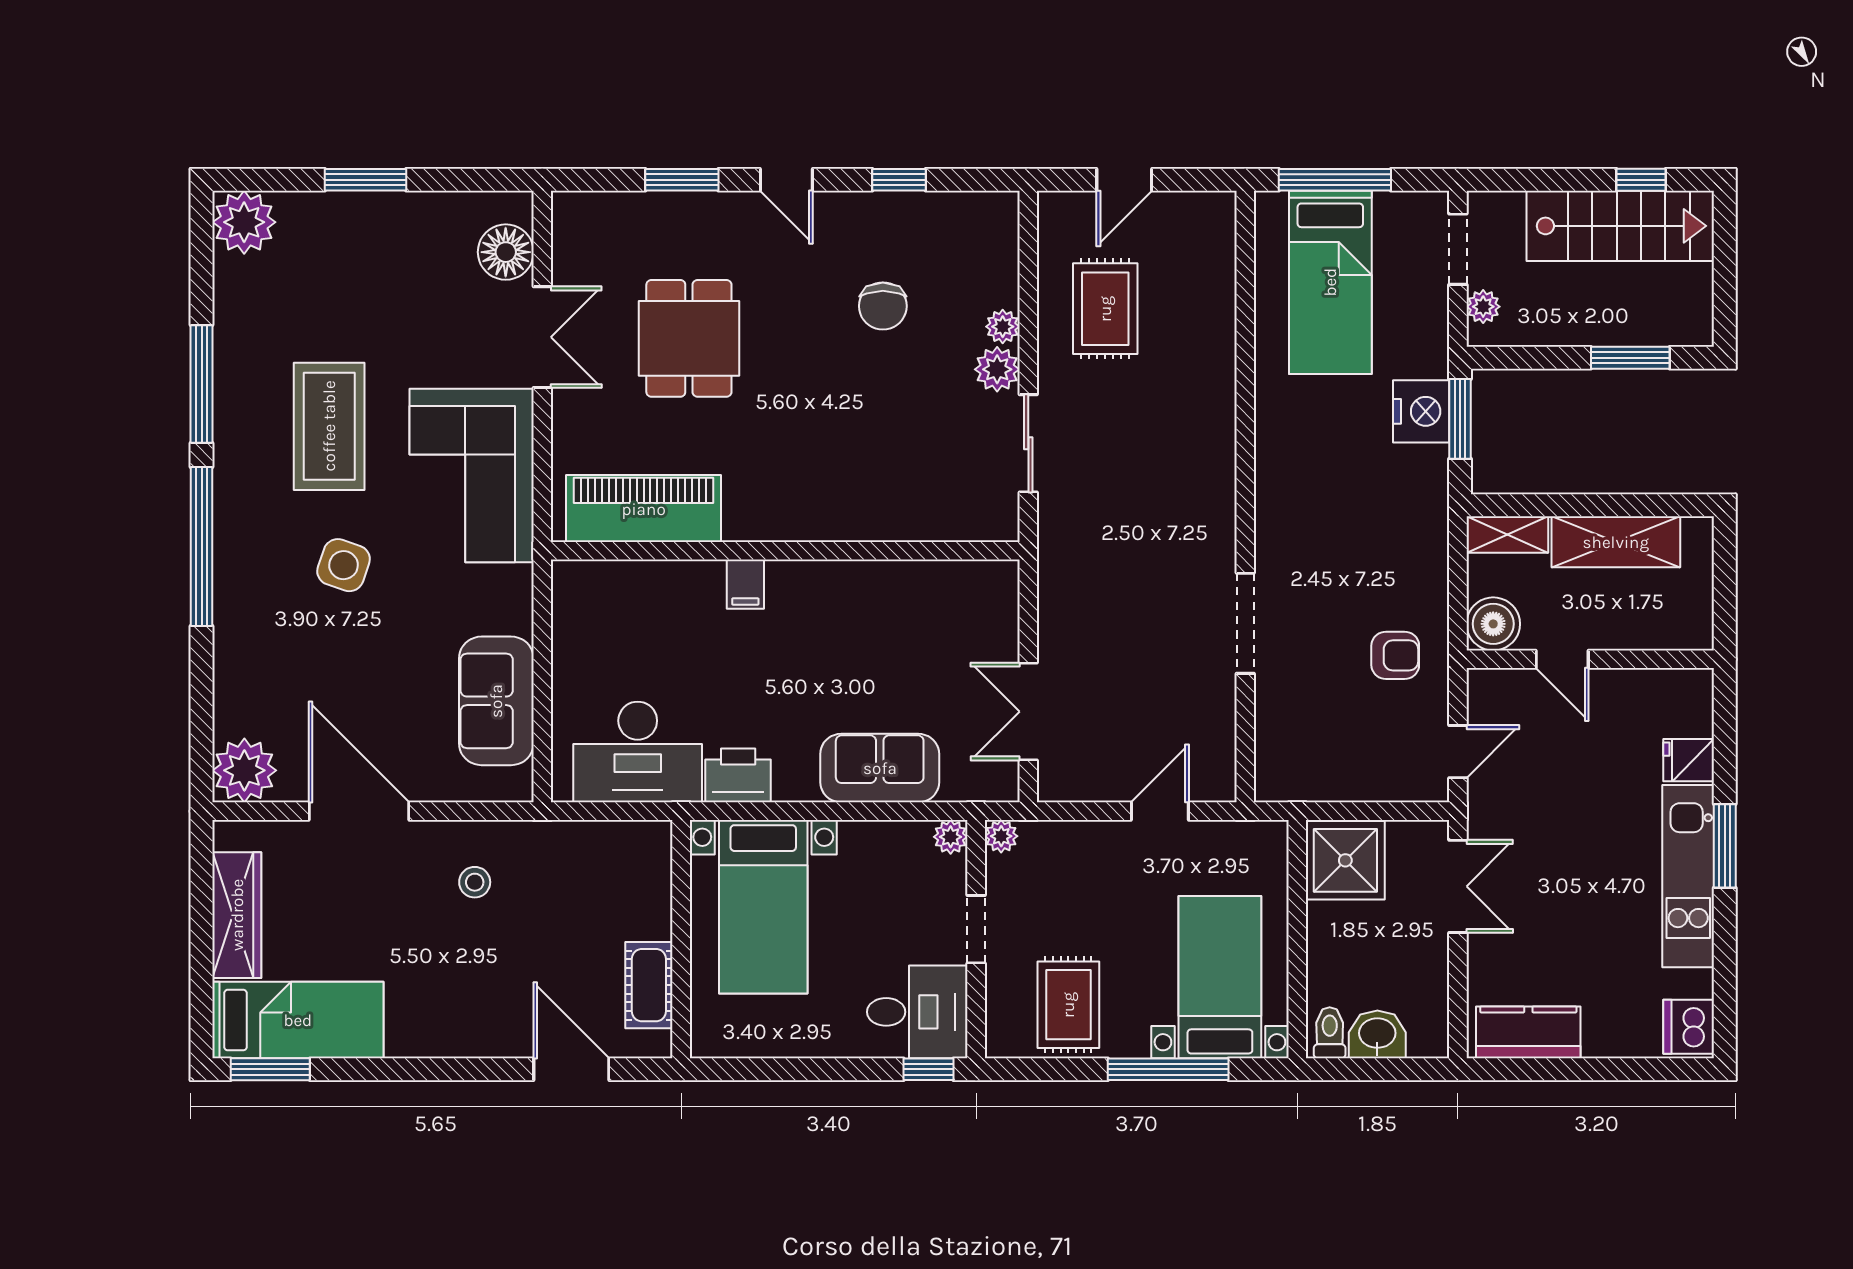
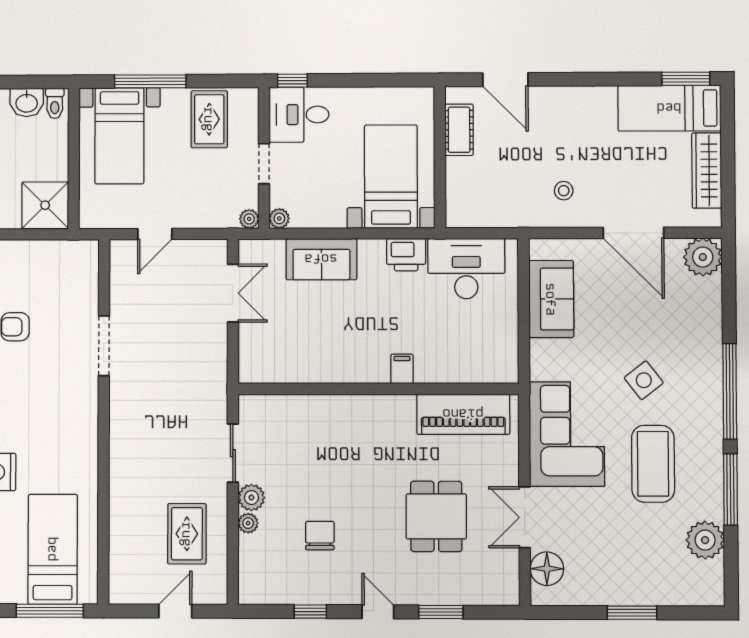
plant: (244, 222) -> (705, 540), moved
side table: (344, 565) -> (644, 380), turned 33

